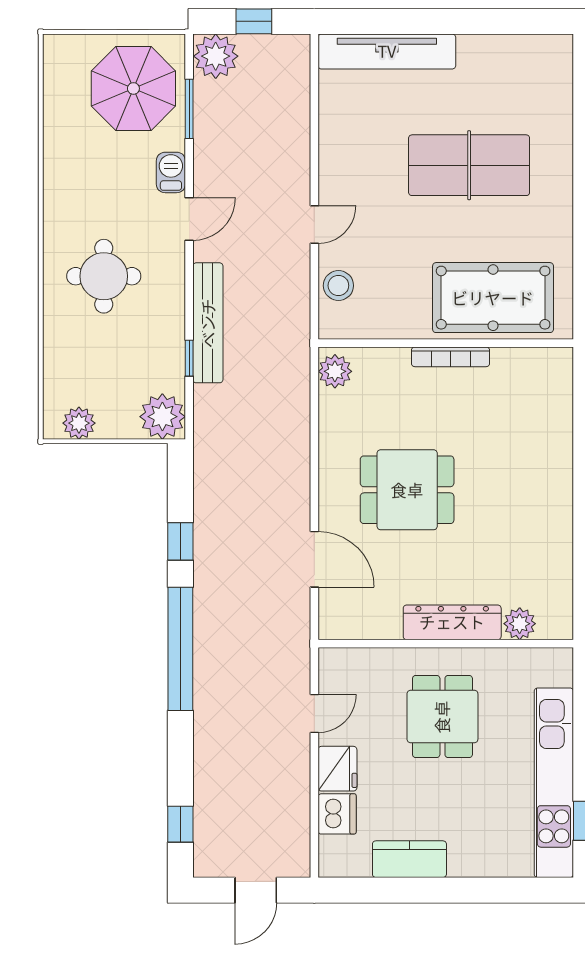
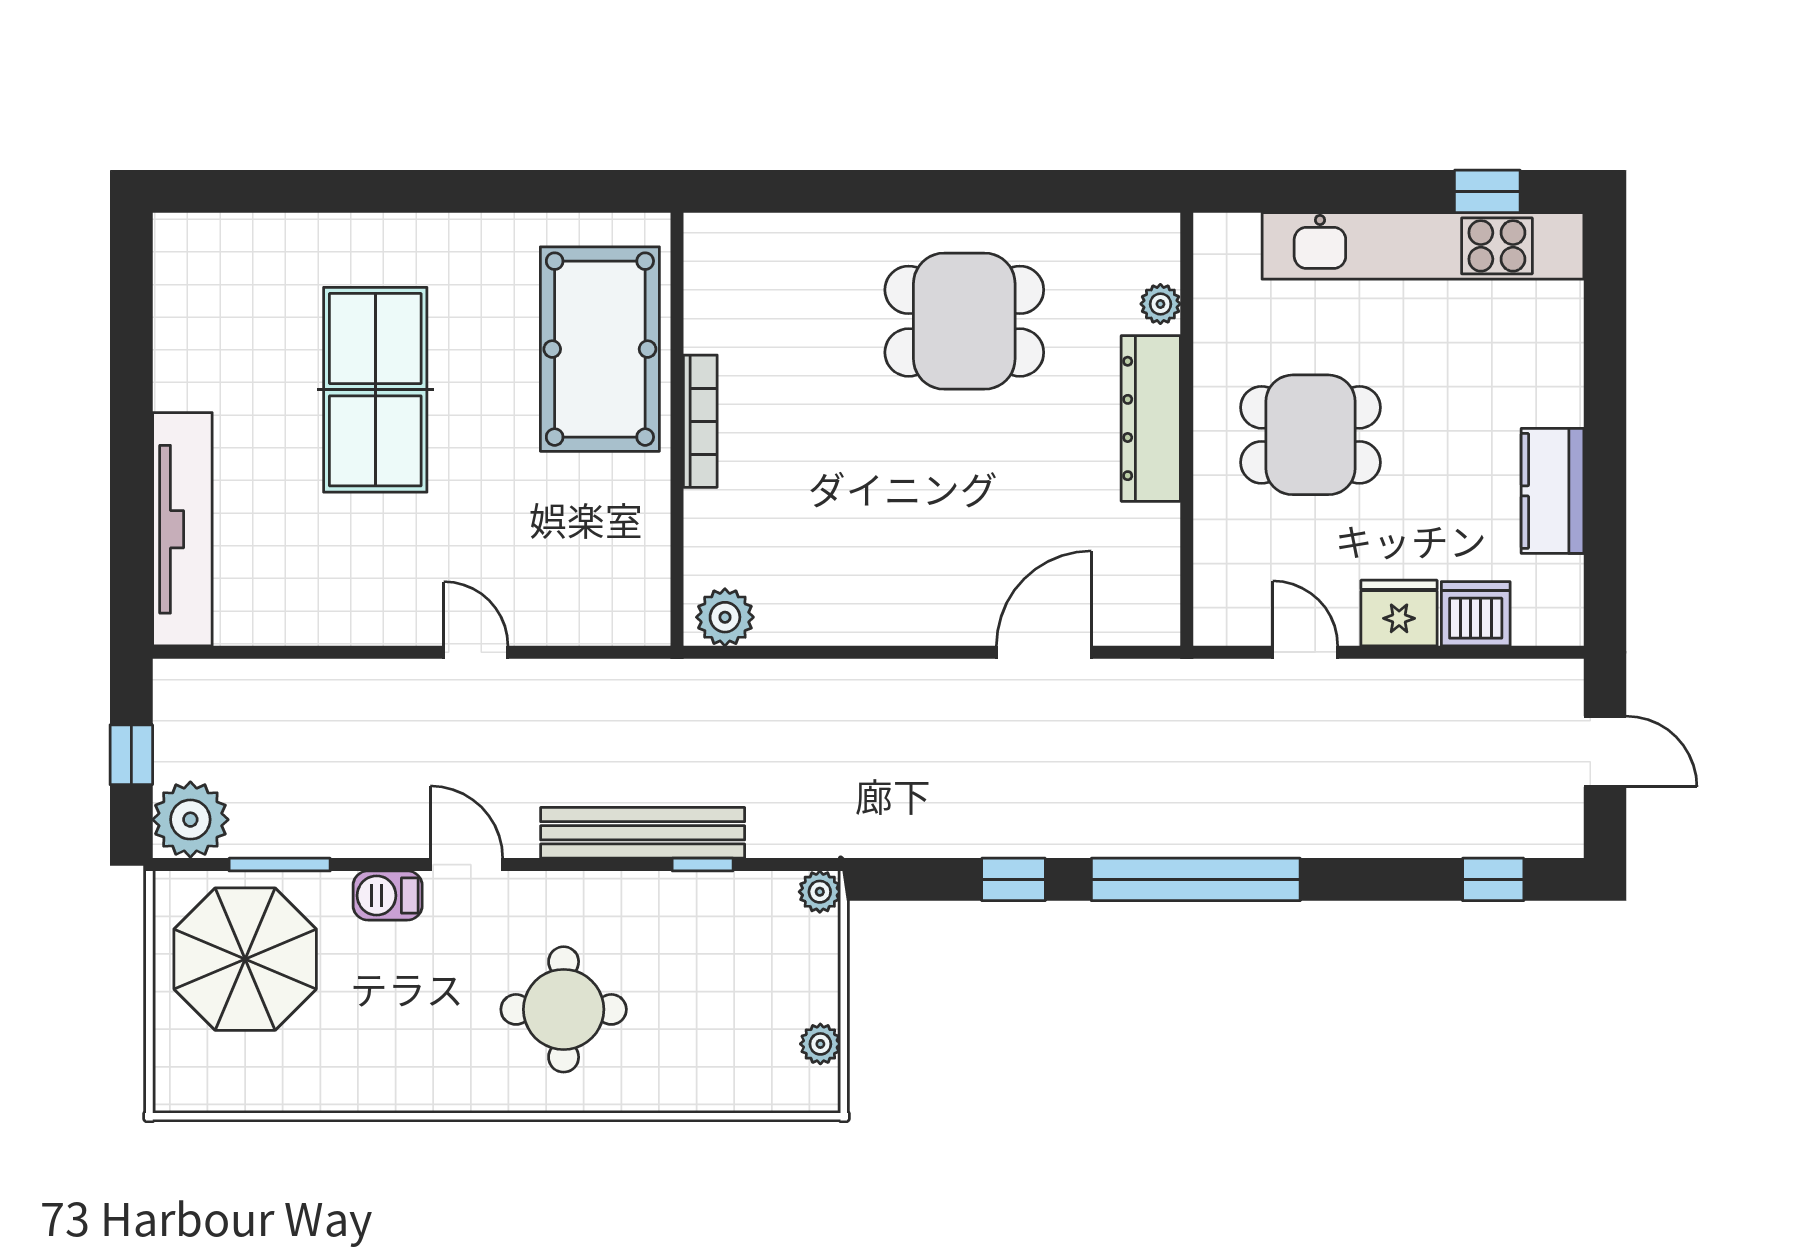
stool: (338, 286) -> (579, 611), removed
plant: (162, 417) -> (820, 892), width x0.53, depth x0.53
plant: (79, 423) -> (820, 1044), width x0.73, depth x0.73
dining table: (407, 490) -> (964, 321), moved, turned 90
plant: (520, 624) -> (1160, 304), width x0.73, depth x0.73

